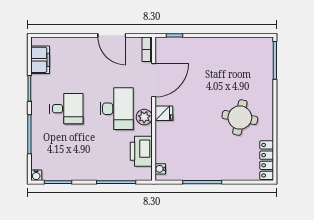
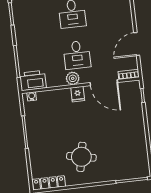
desk: (117, 109) -> (77, 55), width x0.73
printer: (141, 151) -> (33, 80), moved

